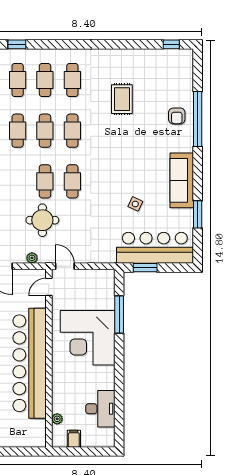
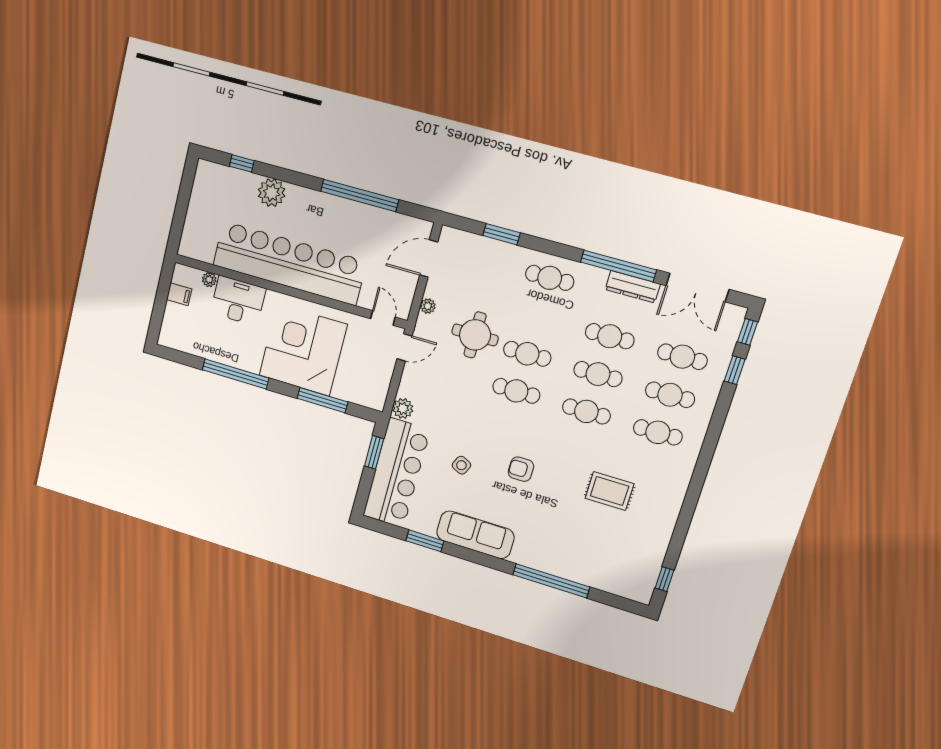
armchair: (177, 116) -> (521, 469), moved
plant: (108, 256) -> (403, 408), added
window: (119, 383) -> (236, 374), added
desk: (100, 409) -> (238, 301), moved, turned 180

